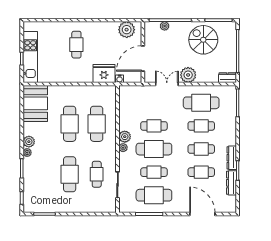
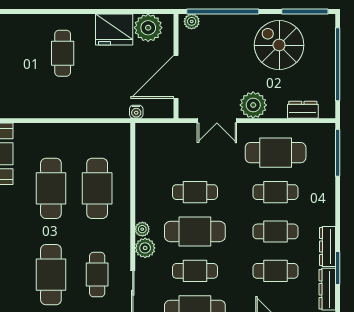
plant: (165, 26) -> (192, 21), moved
fridge: (104, 74) -> (114, 29), moved, turned 180
dresser: (227, 78) -> (303, 110), moved
double door: (167, 84) -> (217, 121), swing flipped
plant: (125, 137) -> (145, 248), moved

